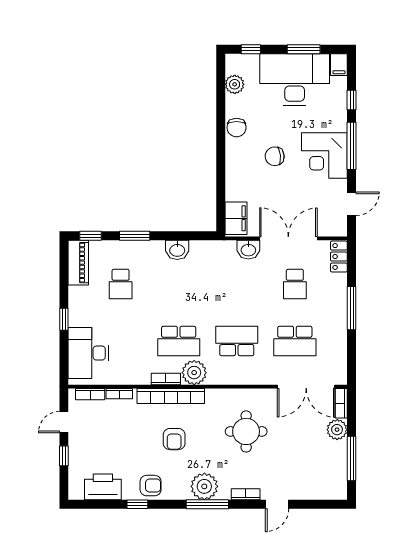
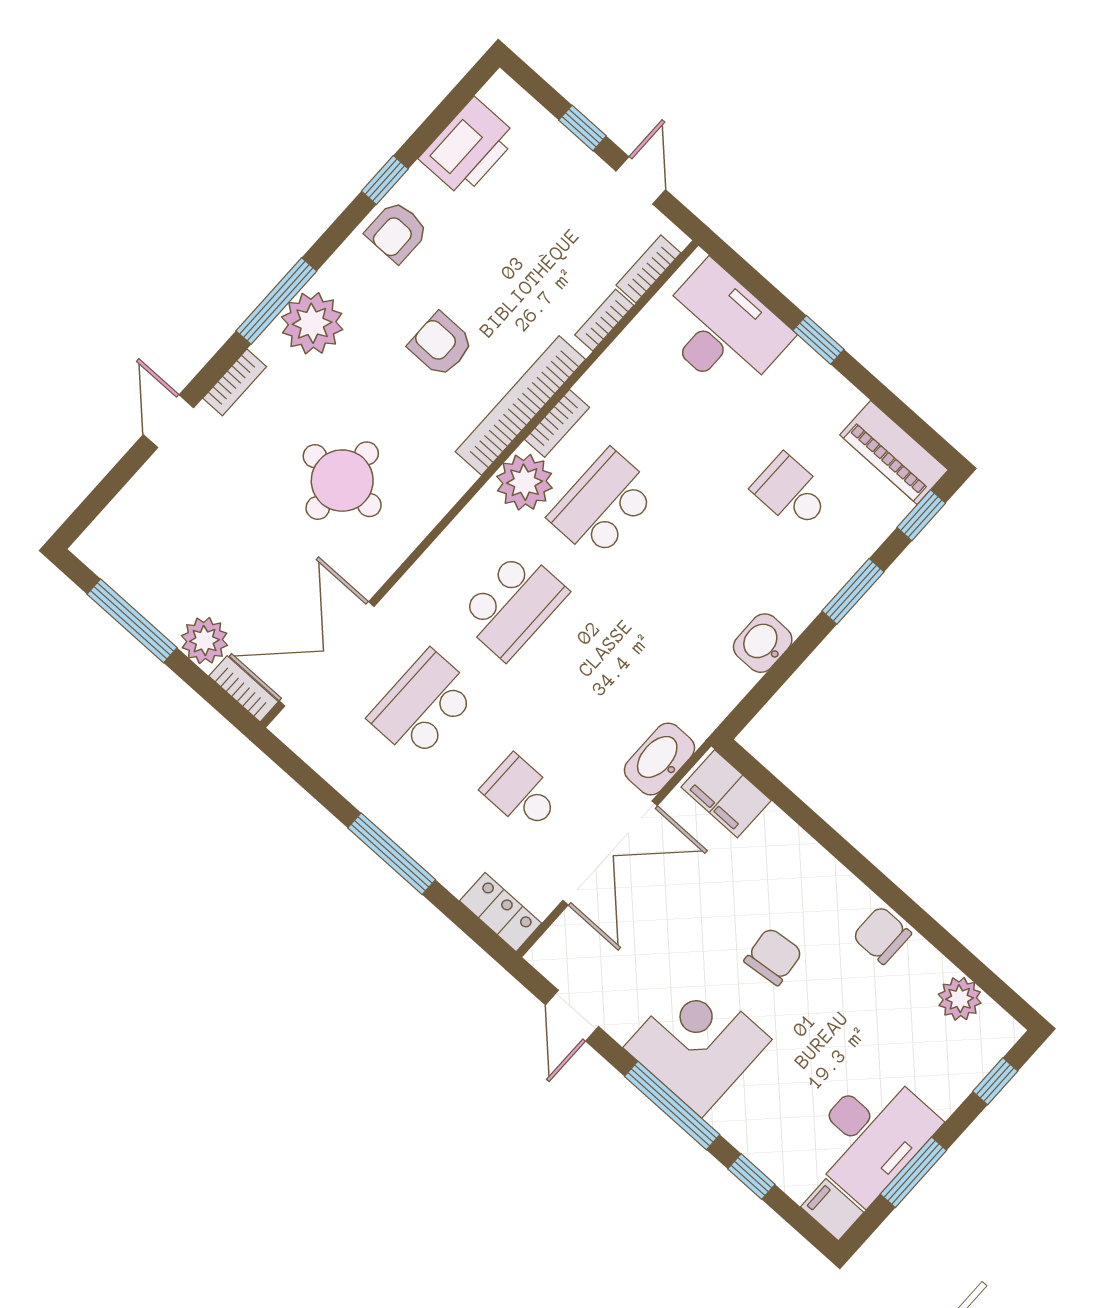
desk: (295, 80) -> (871, 1135), width x0.73, depth x0.77
washbasin: (248, 250) -> (659, 759), width x1.38

